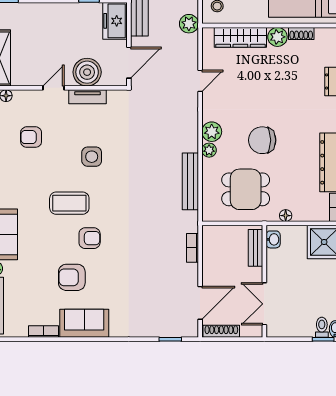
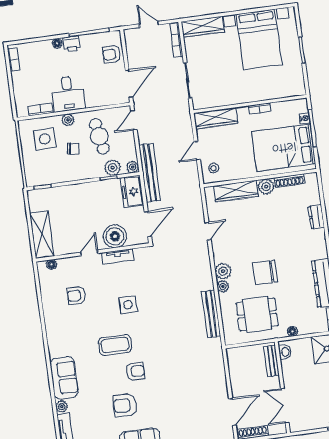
plant: (189, 24) -> (193, 186), removed
shoe rack: (301, 33) -> (290, 181), width x1.43
bookcase: (193, 248) -> (220, 368), removed

